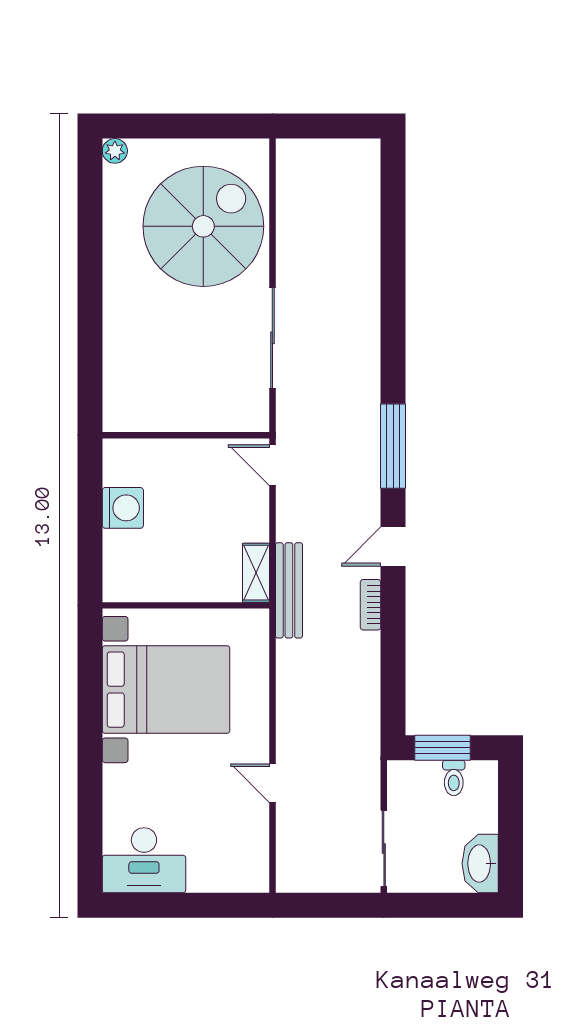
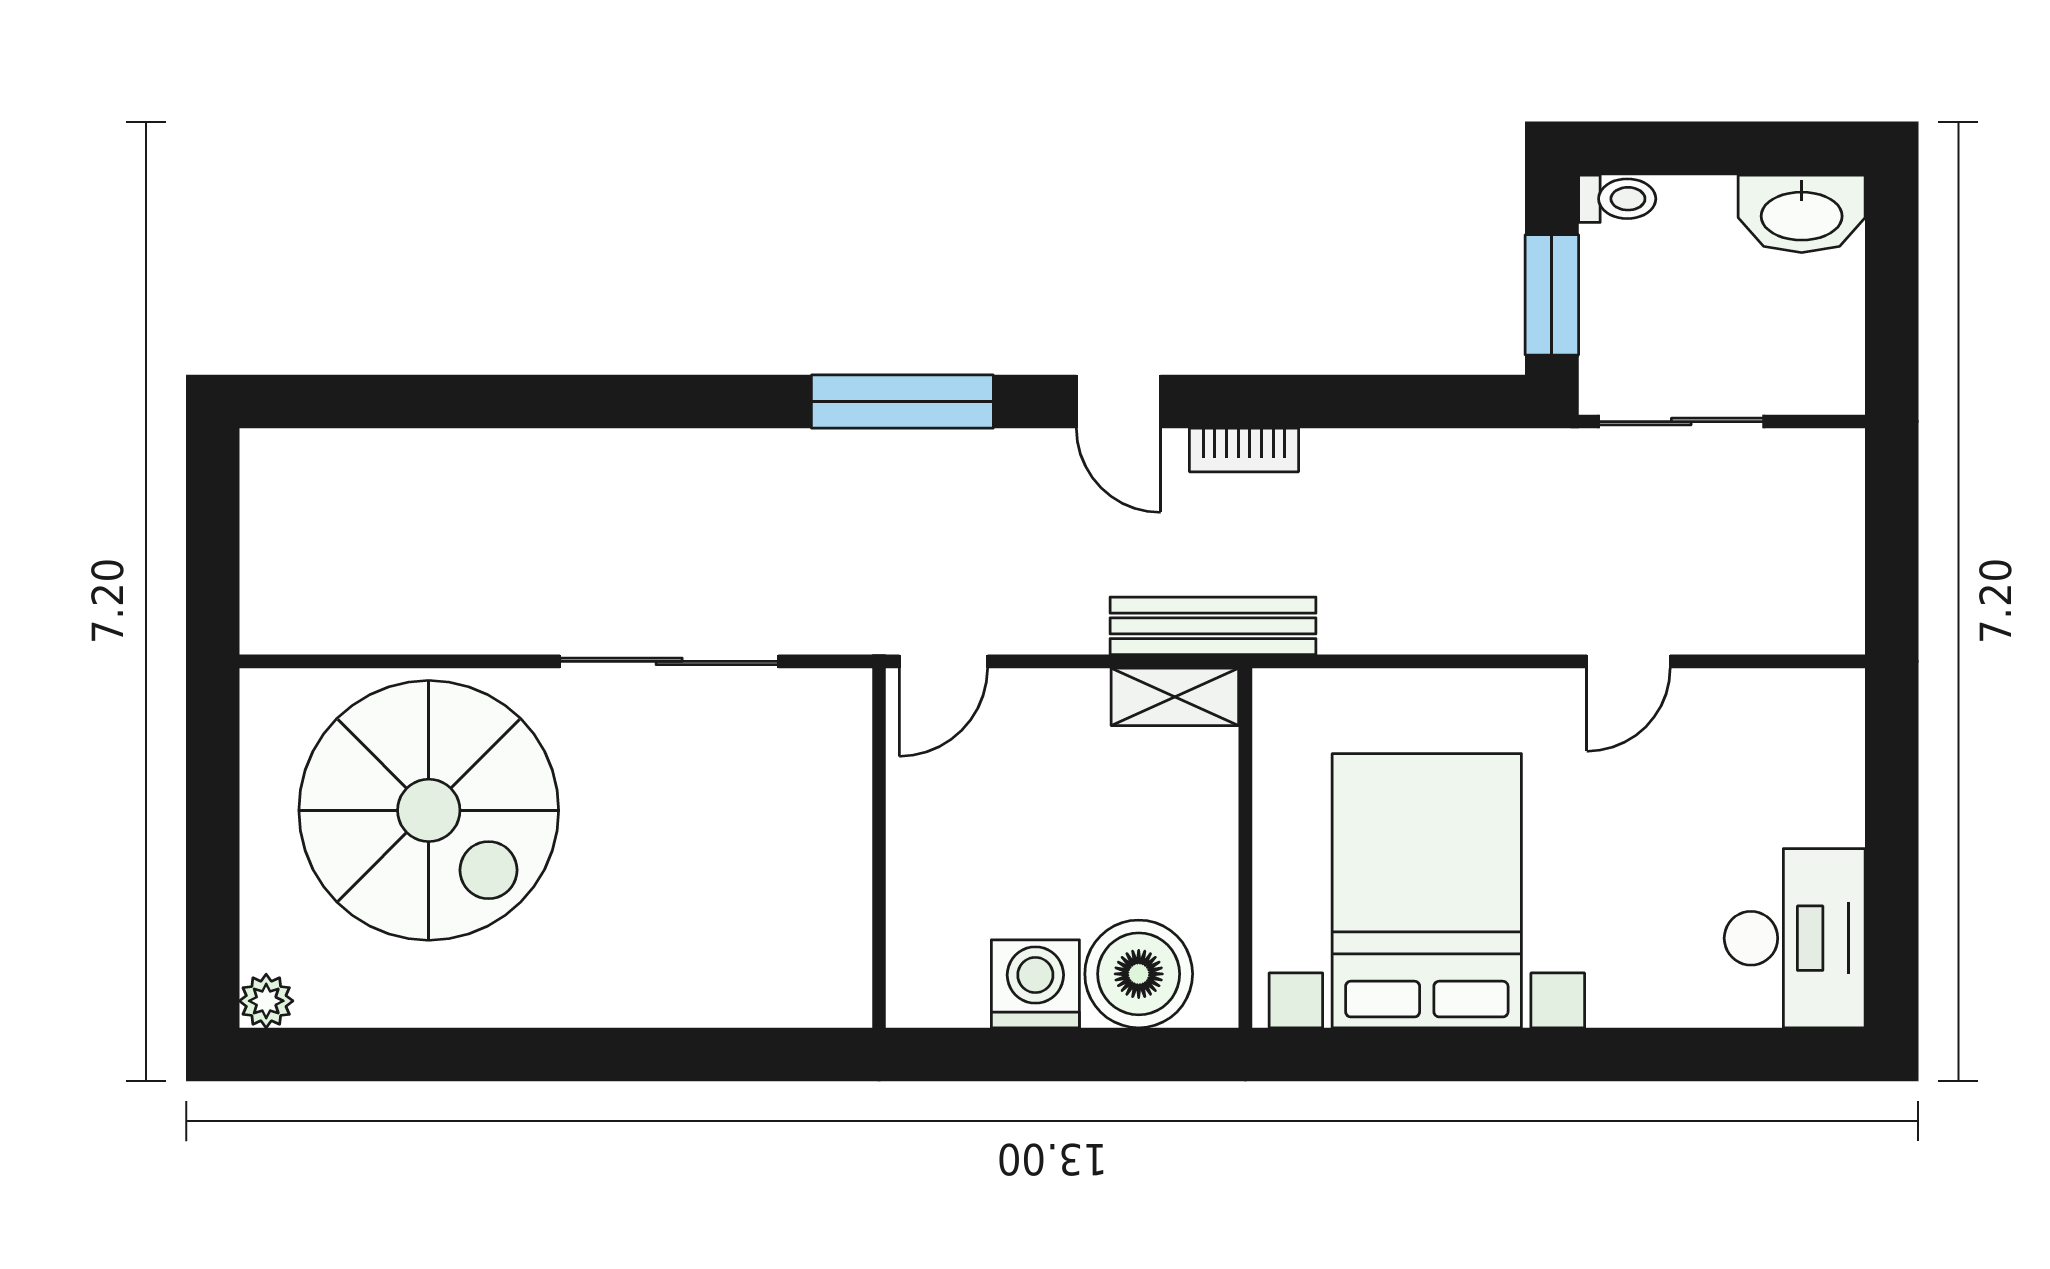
spiral stairs: (203, 226) -> (429, 810), turned 180
boiler: (127, 556) -> (1139, 974), added
toilet: (454, 778) -> (1617, 199), moved
sliding door: (384, 848) -> (1681, 422), moved

